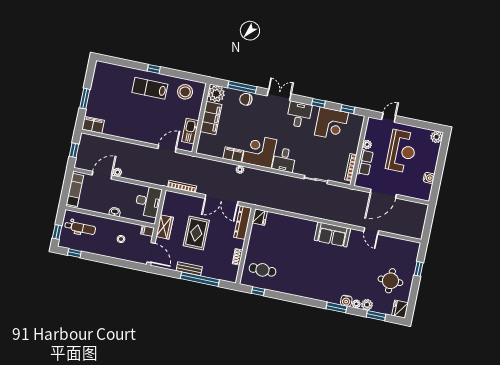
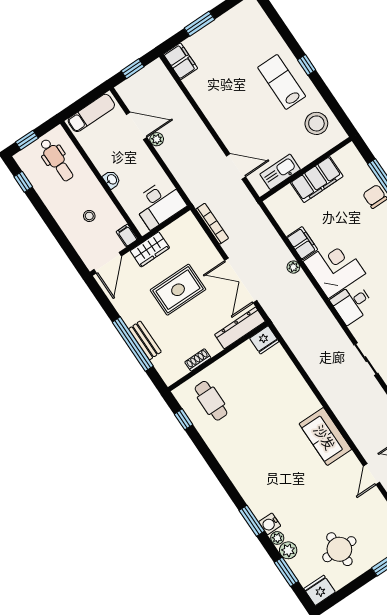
plant: (216, 94) -> (348, 159), removed
bench: (189, 269) -> (145, 340), moved

